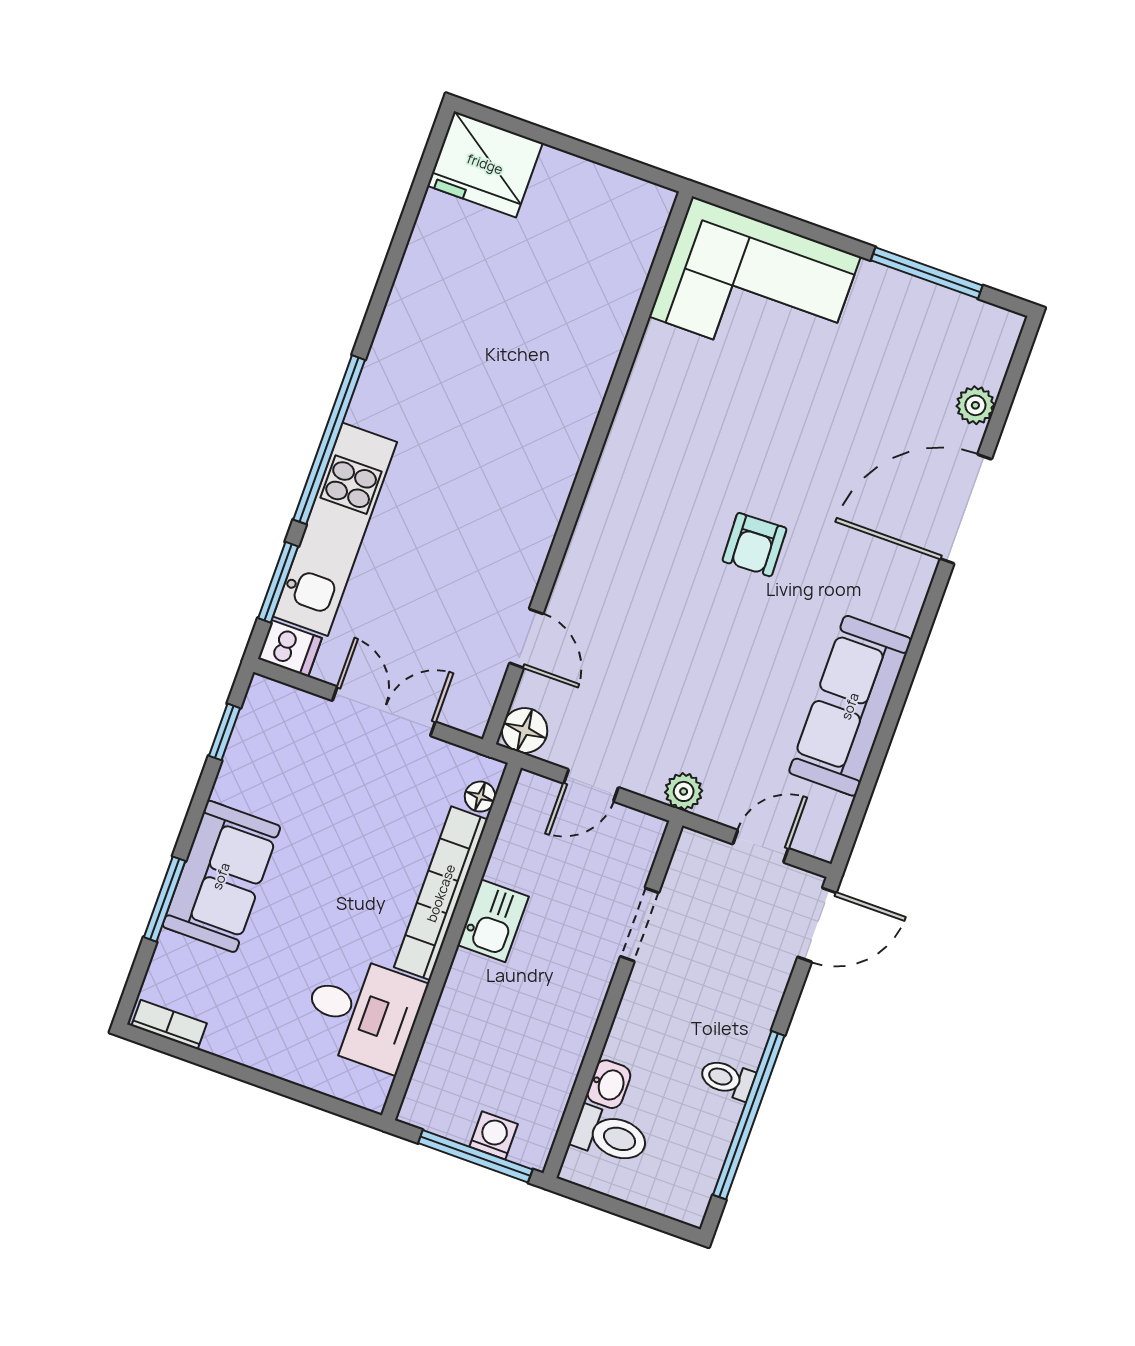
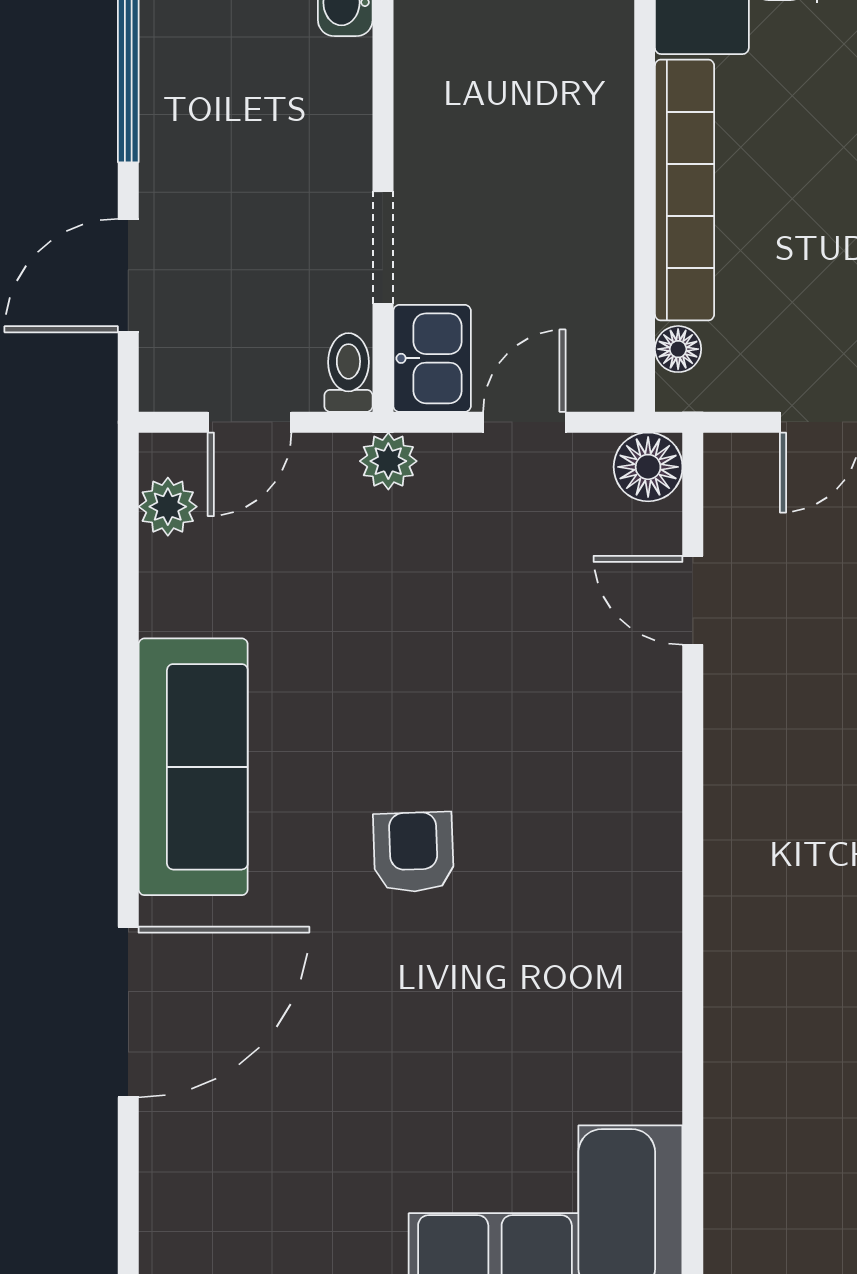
plant: (975, 405) -> (168, 507), moved
sofa: (850, 706) -> (193, 767), moved
kitchen sink: (493, 921) -> (432, 358), moved, turned 180
door: (817, 925) -> (128, 276), moved
toilet: (727, 1079) -> (348, 372), moved, turned -90

